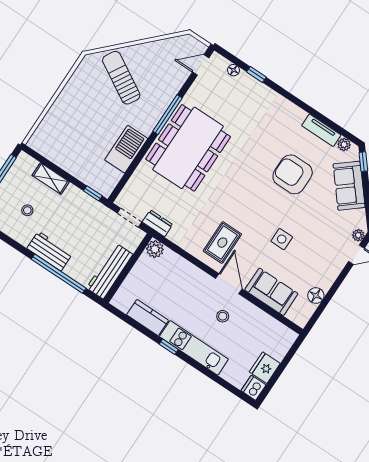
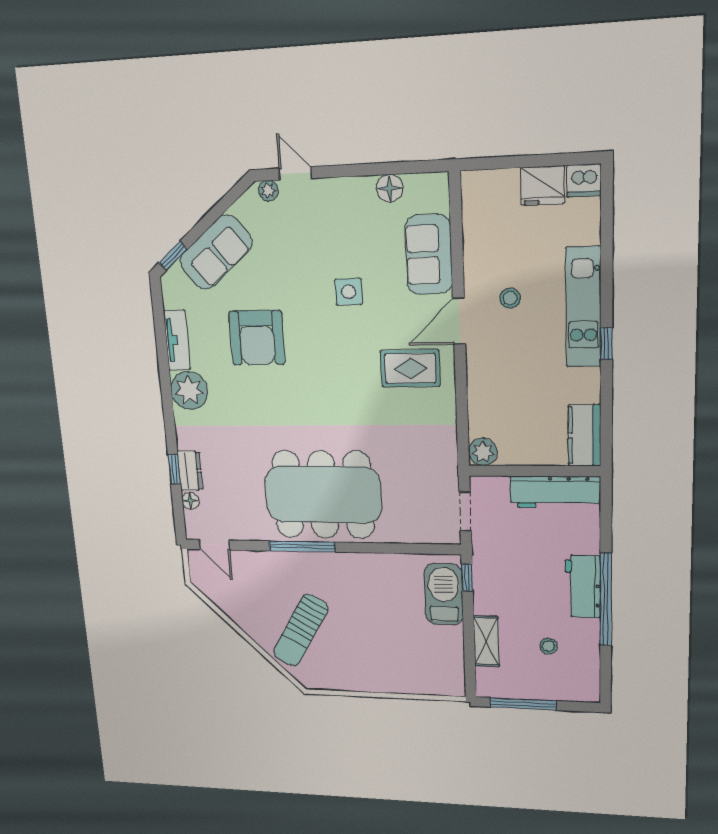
plant: (344, 145) -> (189, 391), moved, width x1.88, depth x1.88
barbecue: (126, 149) -> (444, 594), moved, turned 90
dresser: (157, 223) -> (190, 471), moved, turned 180
window: (59, 274) -> (606, 599), moved
kitchen counter: (148, 317) -> (584, 435), moved

